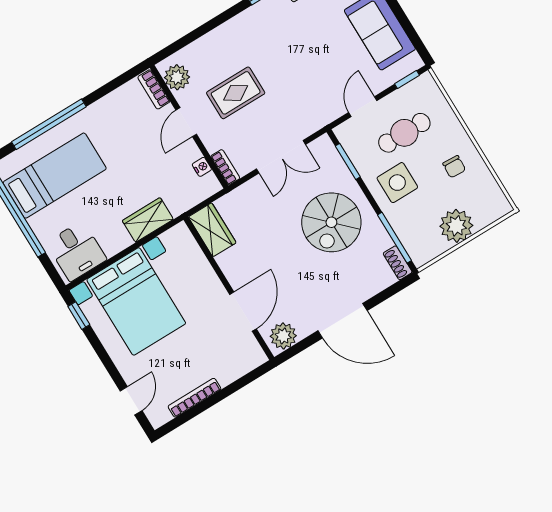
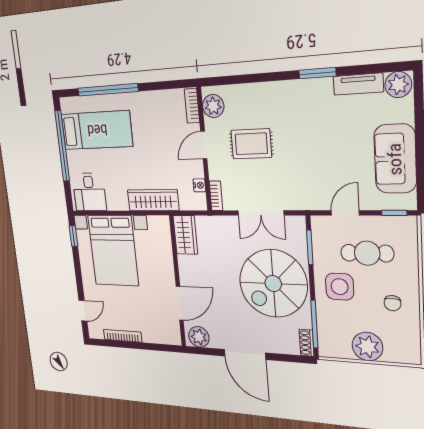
wardrobe: (148, 220) -> (153, 200), width x1.50
spiral stairs: (331, 222) -> (273, 283), width x1.37, depth x1.37

